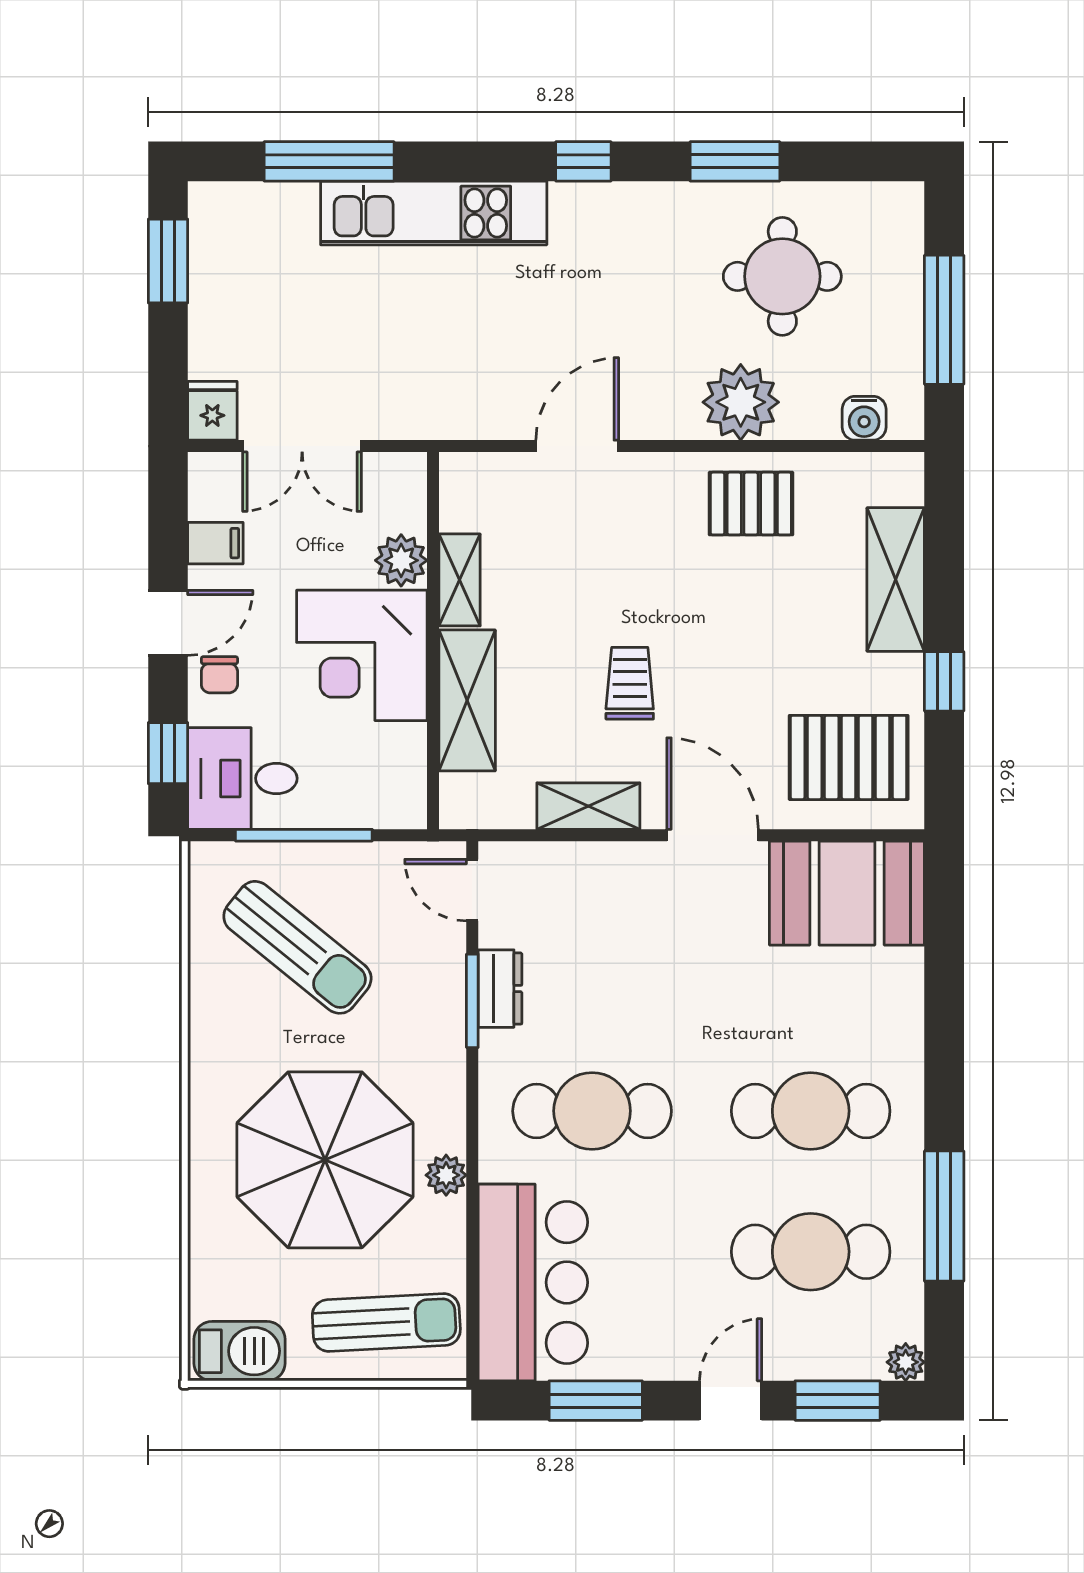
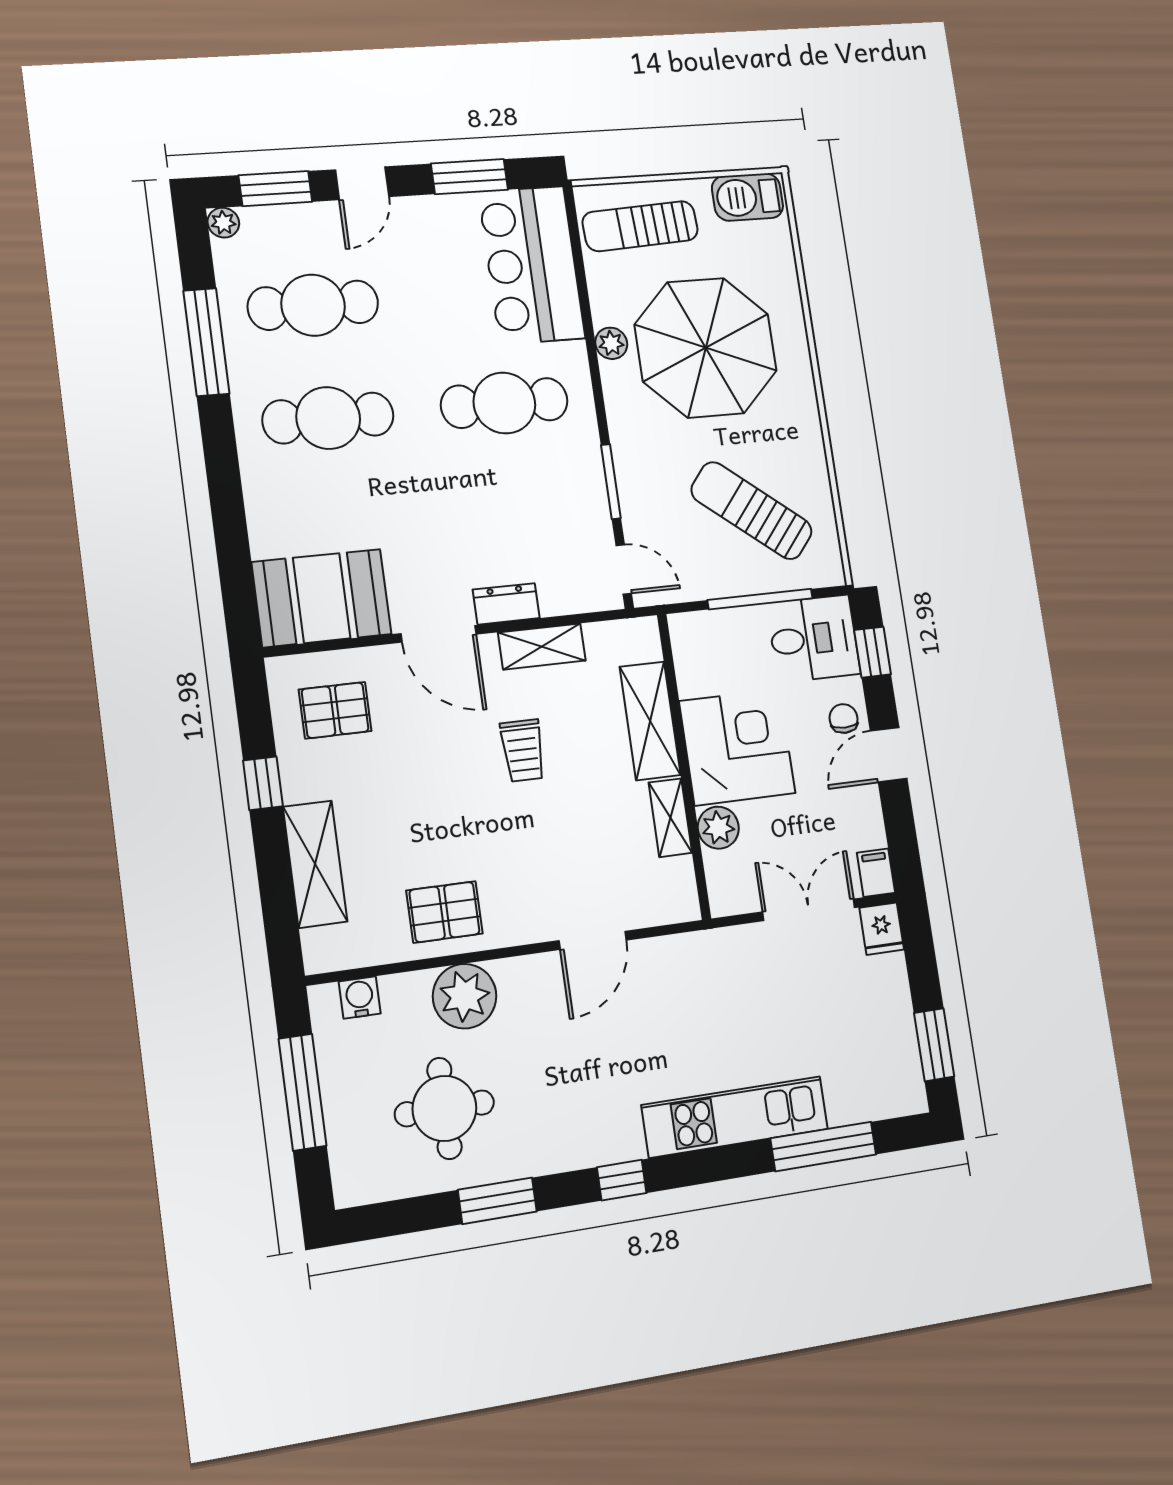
filing cabinet: (215, 543) -> (876, 873), moved, turned 90
pallet: (849, 757) -> (335, 710), width x0.67, depth x0.71
dresser: (500, 989) -> (506, 604), moved, turned 90

